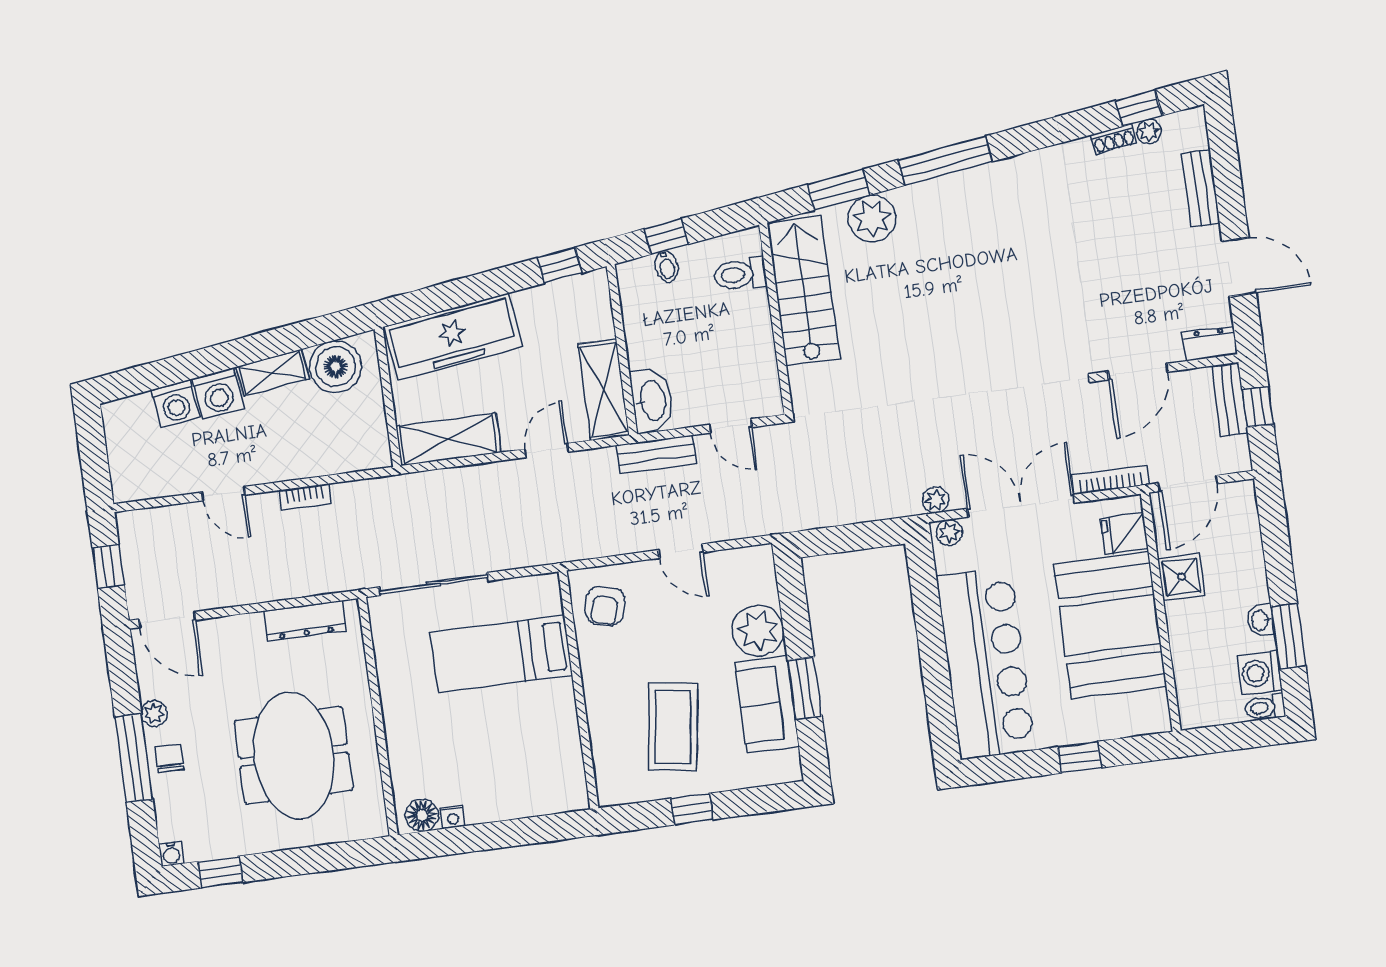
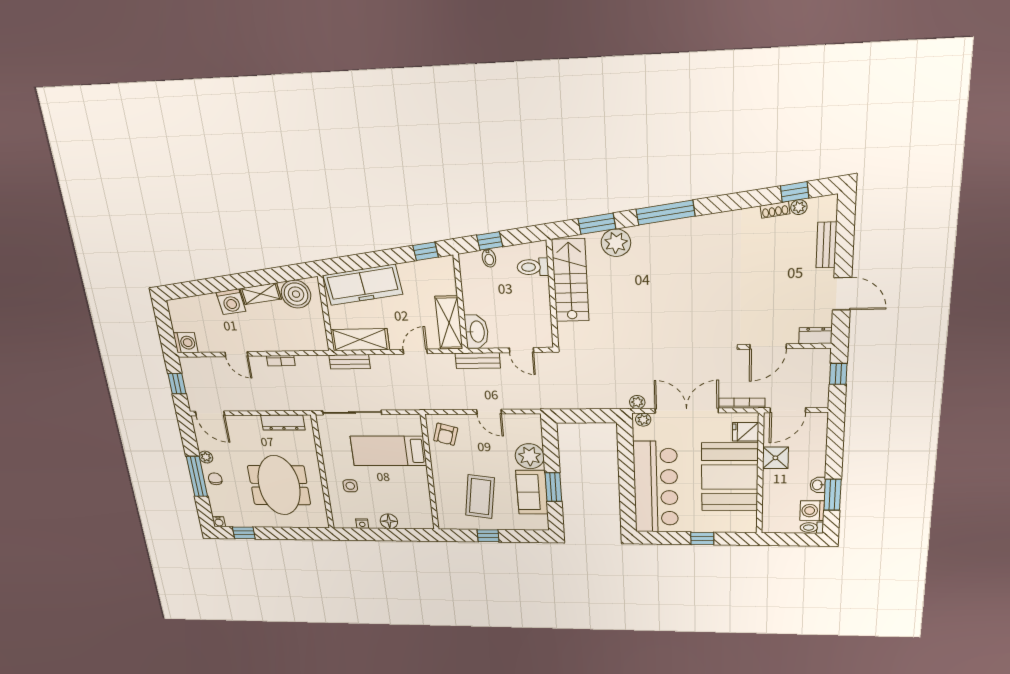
bench: (1230, 399) -> (350, 362), moved, turned 90
washing machine: (176, 404) -> (186, 343), moved, turned -82
side table: (430, 738) -> (350, 486), added
floor lamp: (422, 815) -> (389, 521), moved

